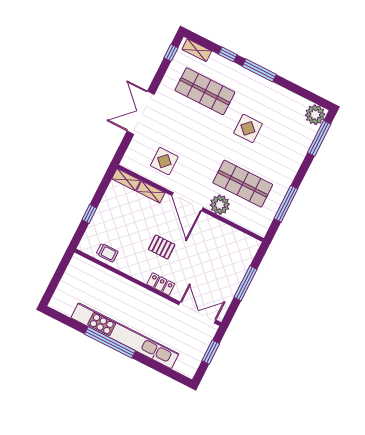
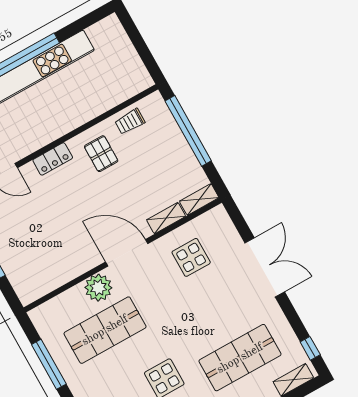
window: (89, 214) -> (188, 131), width x3.17
pallet: (162, 247) -> (101, 154), moved, turned 90

